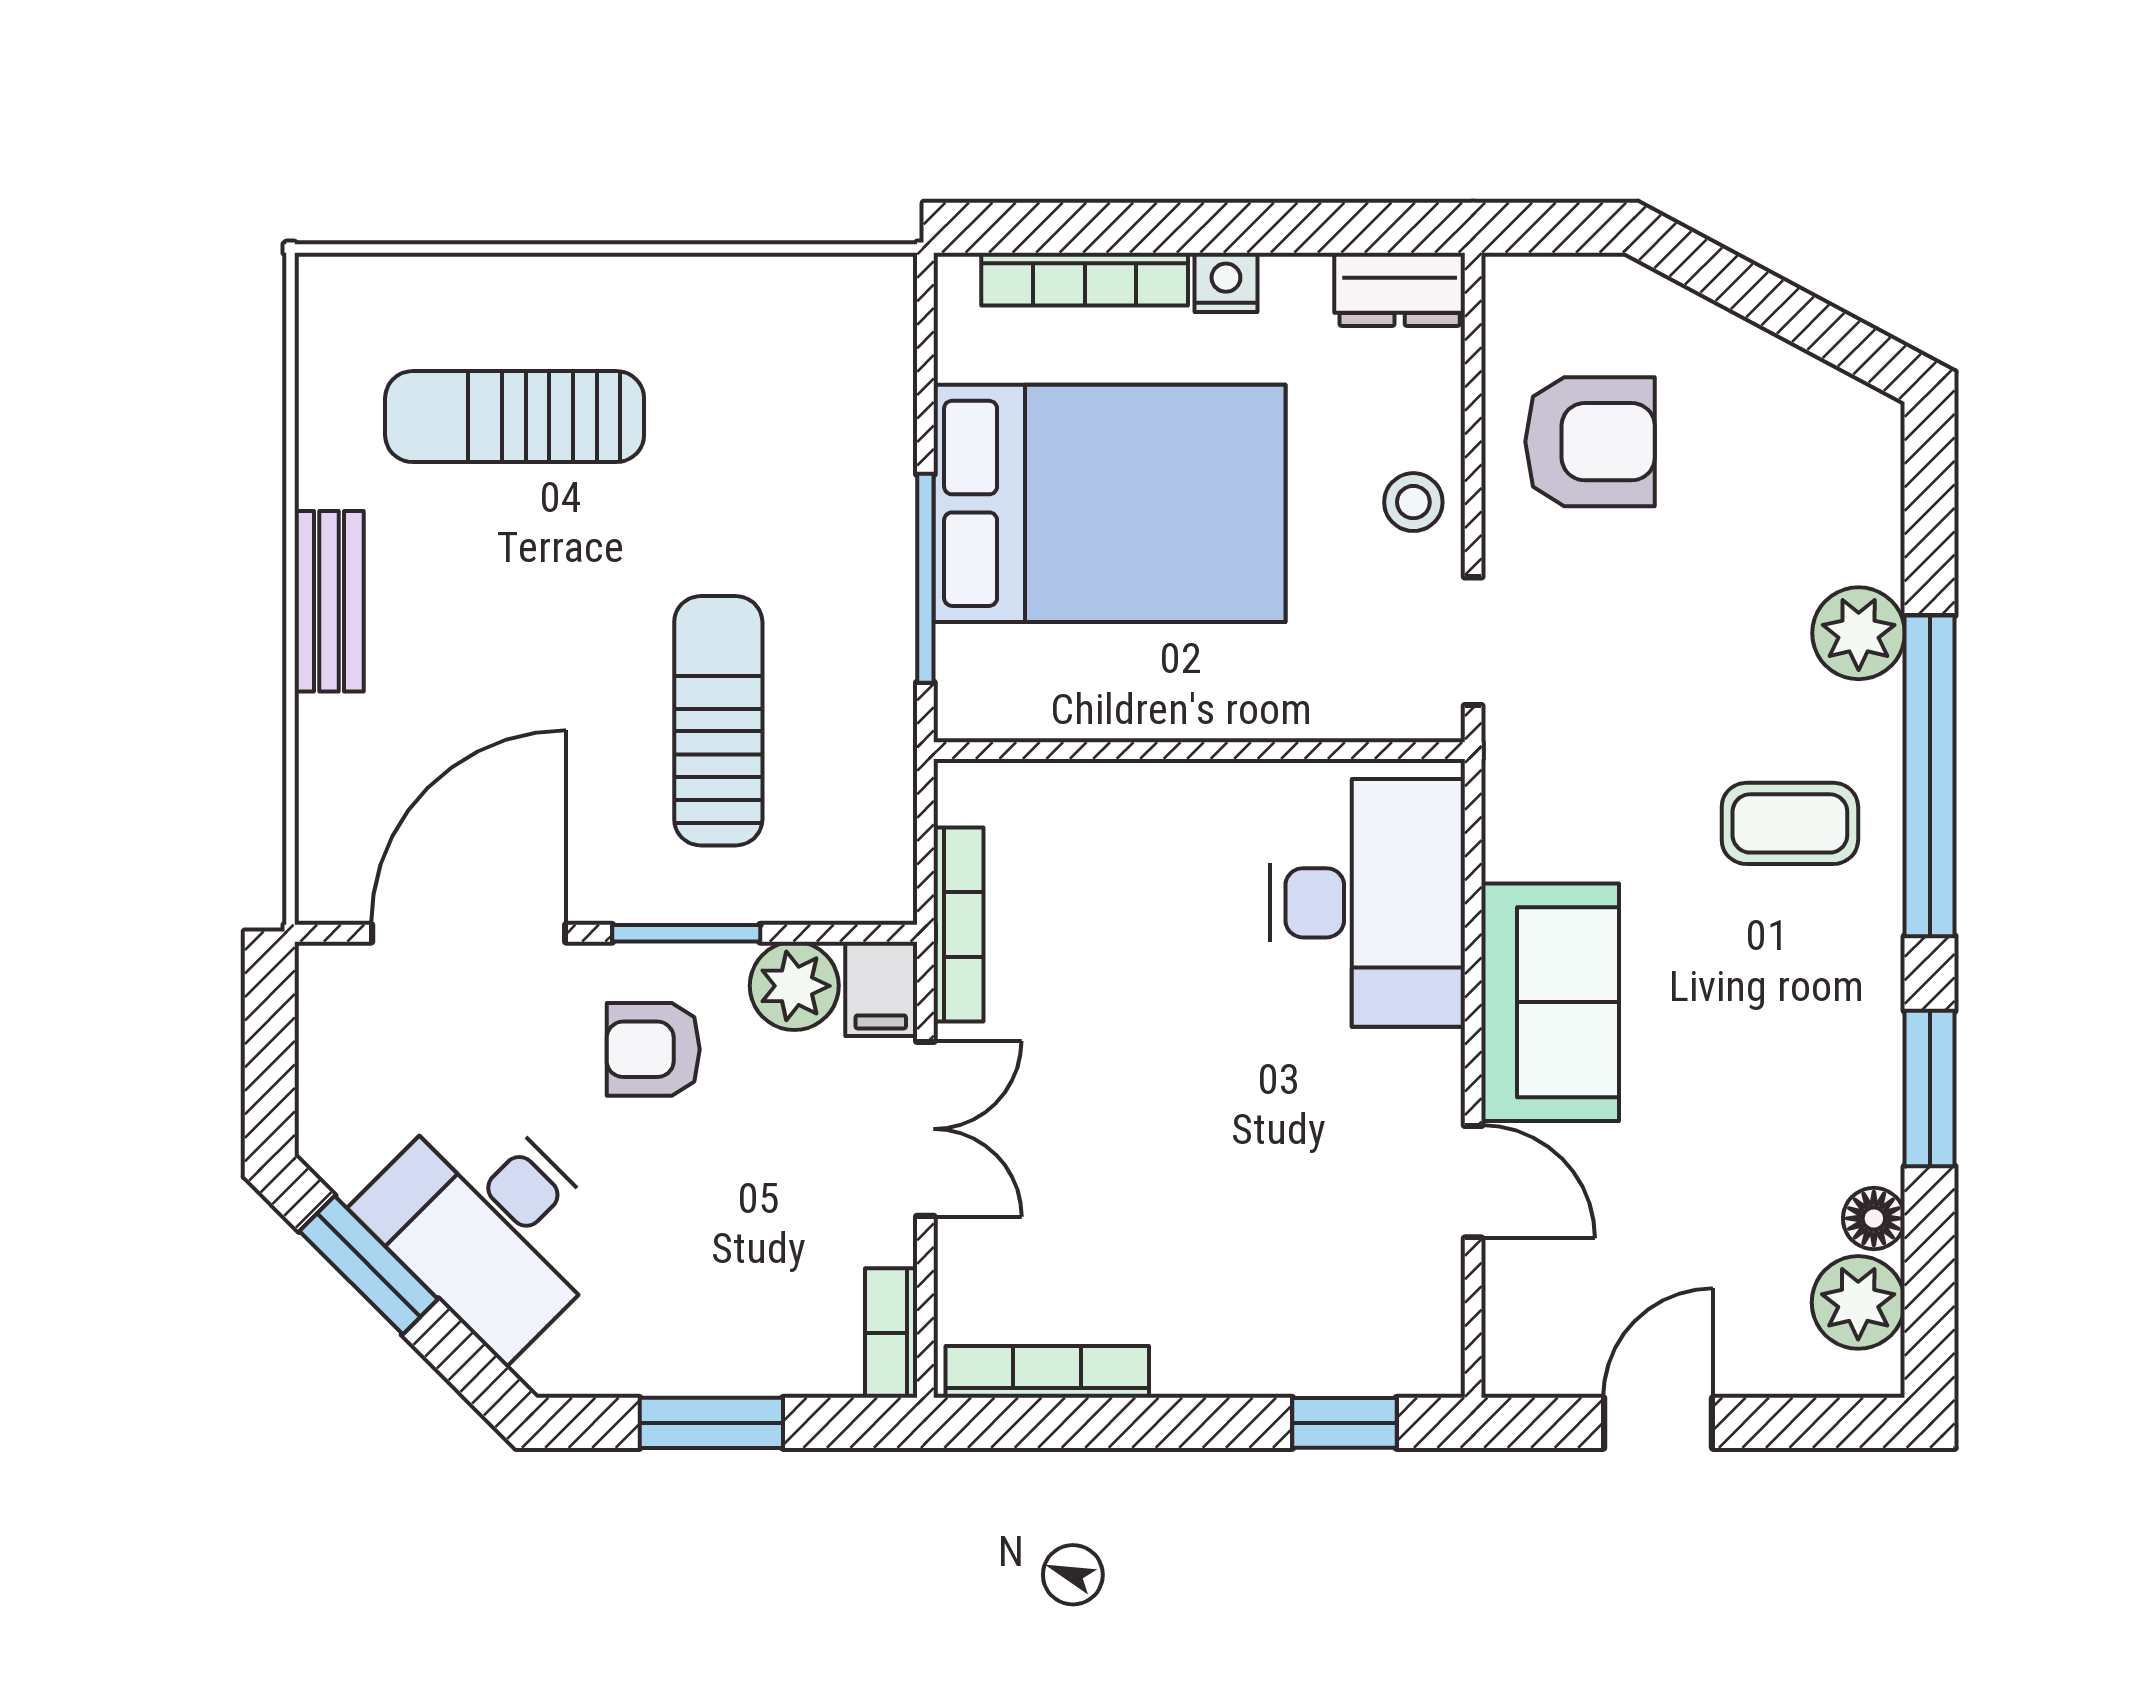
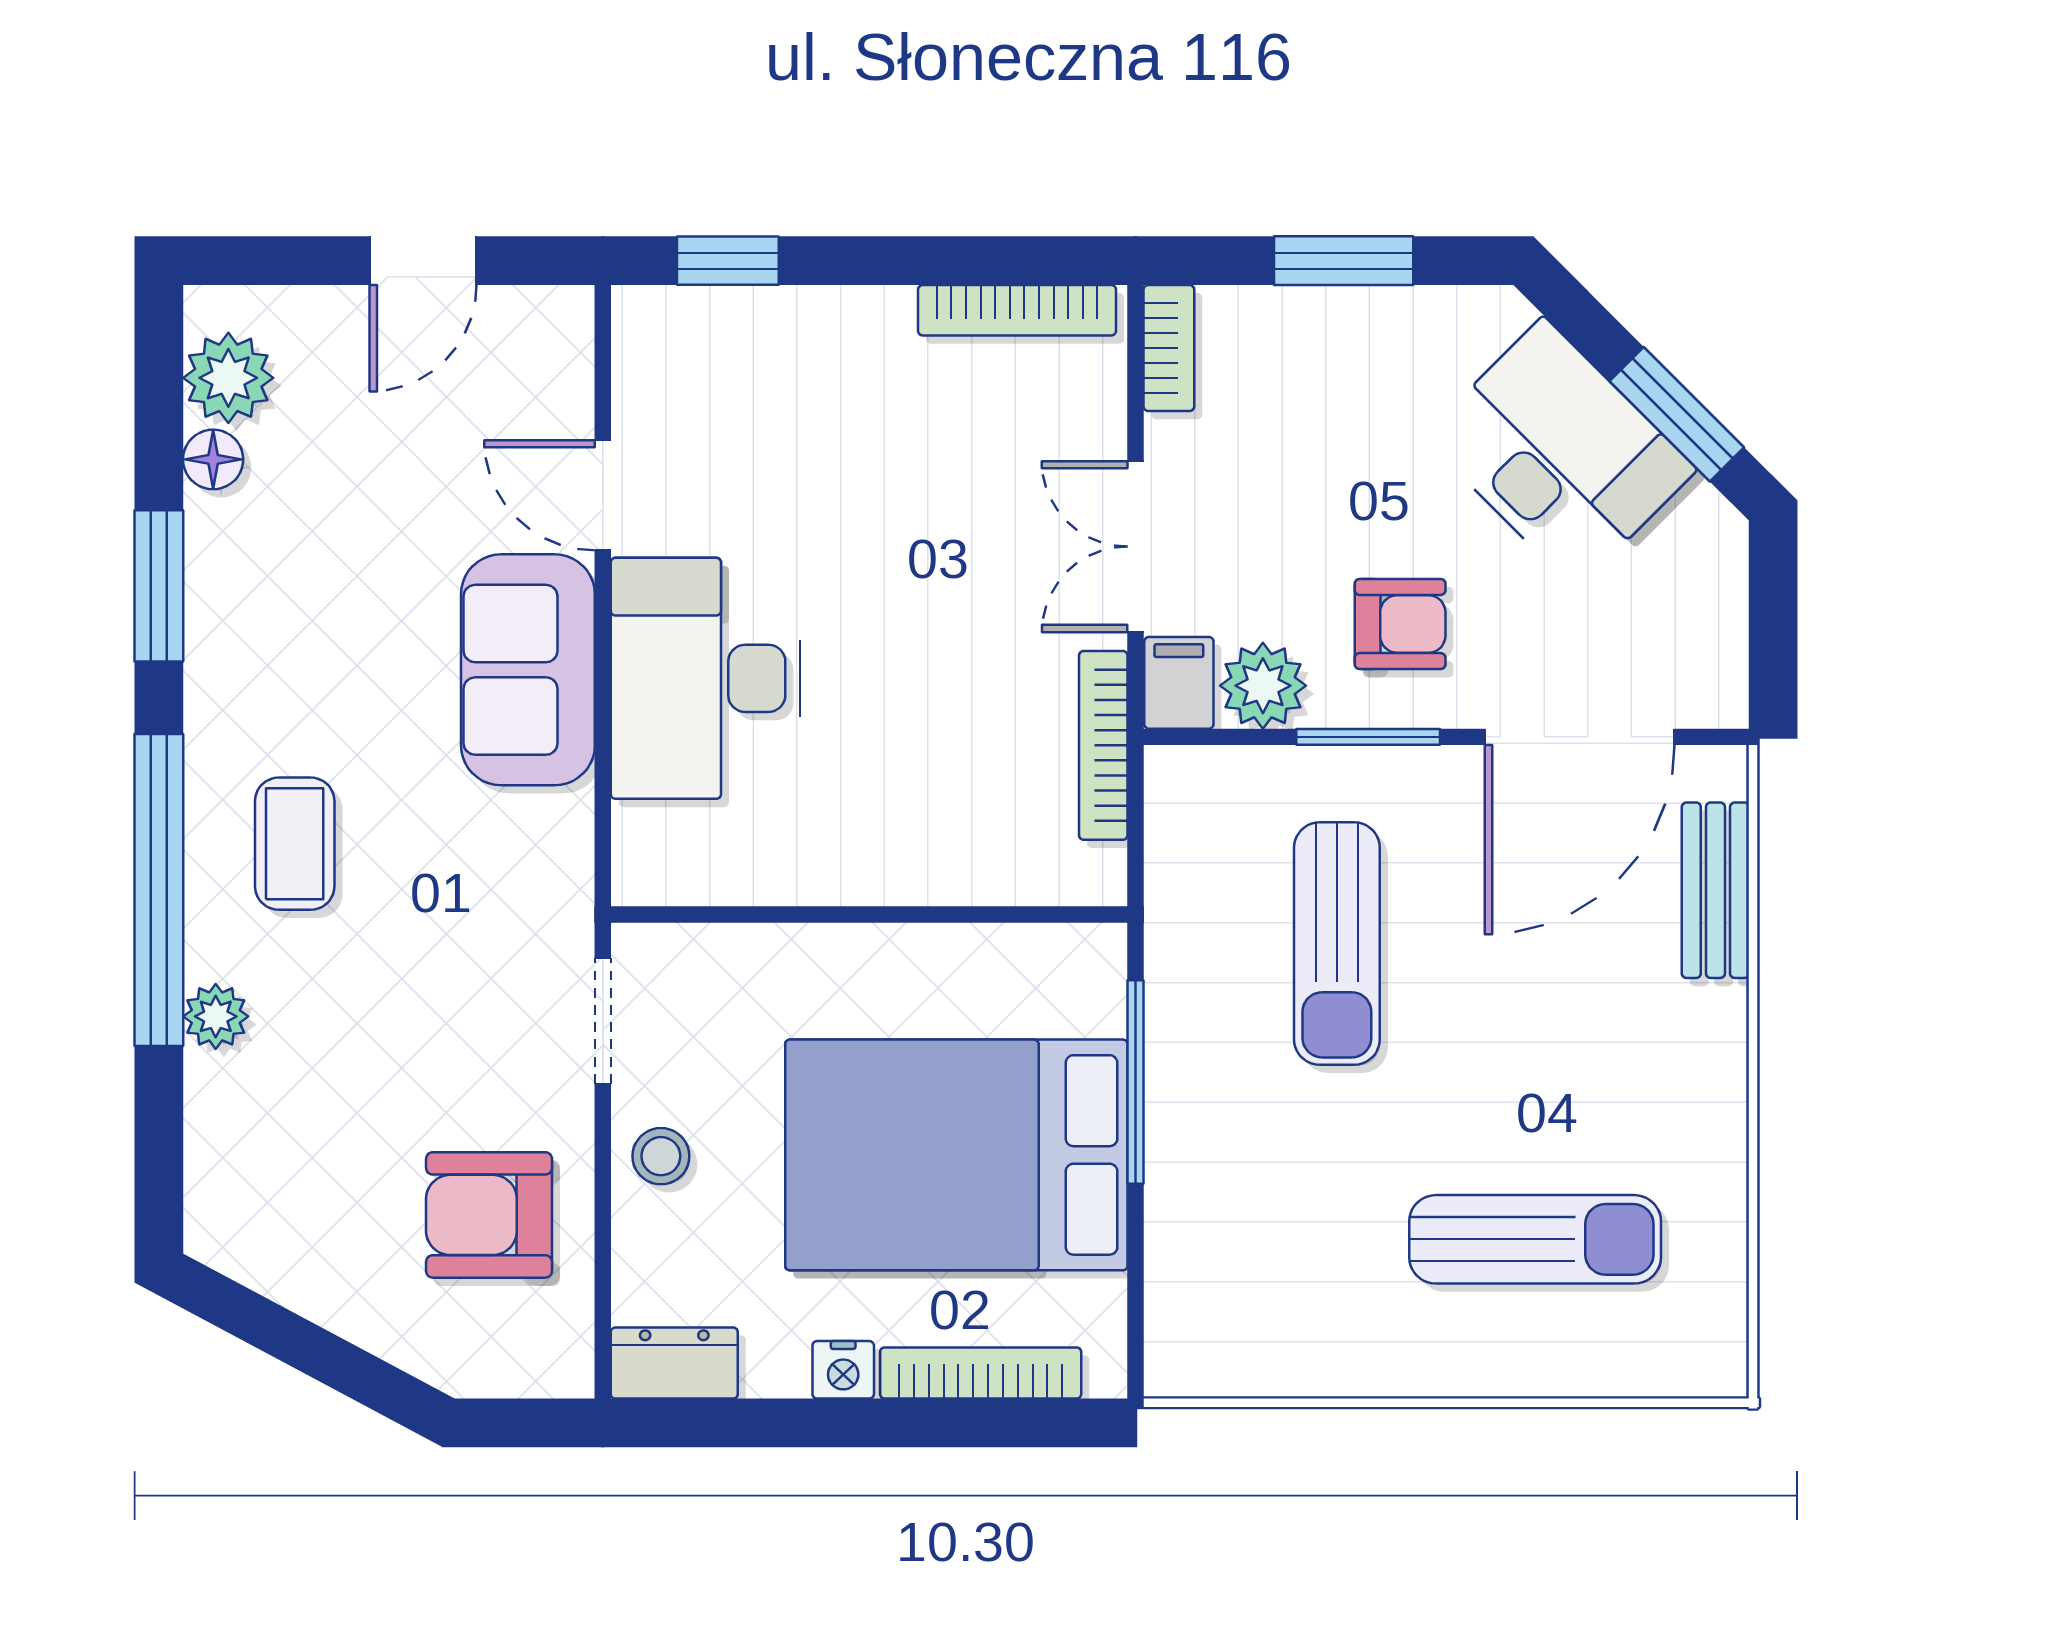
bench: (329, 601) -> (1715, 890), moved
plant: (1859, 633) -> (216, 1016), width x0.73, depth x0.73
coffee table: (1790, 823) -> (295, 844), turned 90
desk: (1367, 903) -> (706, 678), moved

